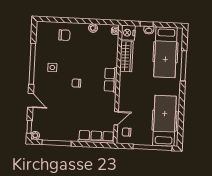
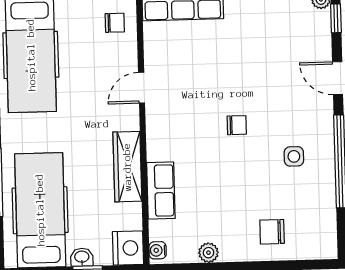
wardrobe: (126, 56) -> (127, 167), moved
row of seats: (111, 80) -> (161, 191), moved
door: (116, 118) -> (142, 88), moved

